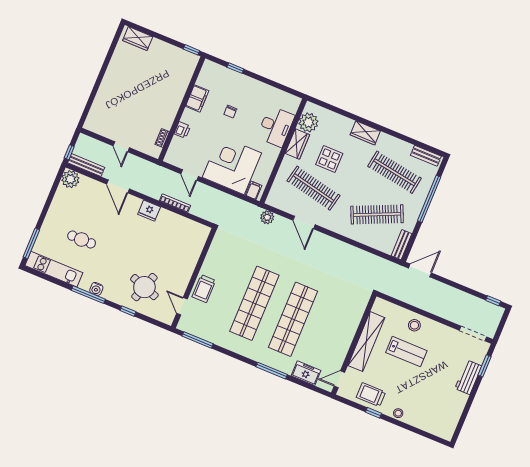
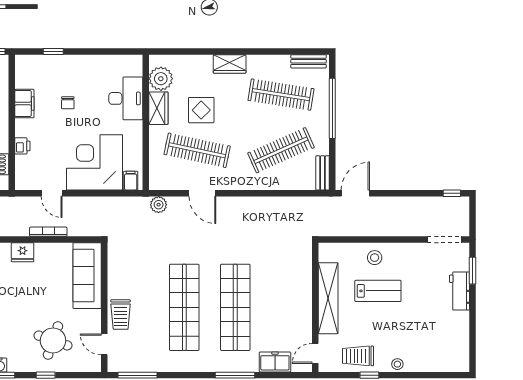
sofa: (191, 249) -> (87, 276), added

